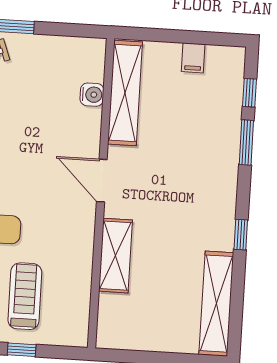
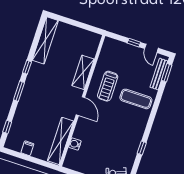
window: (246, 143) -> (19, 91), moved
treadmill: (25, 296) -> (108, 86), moved

